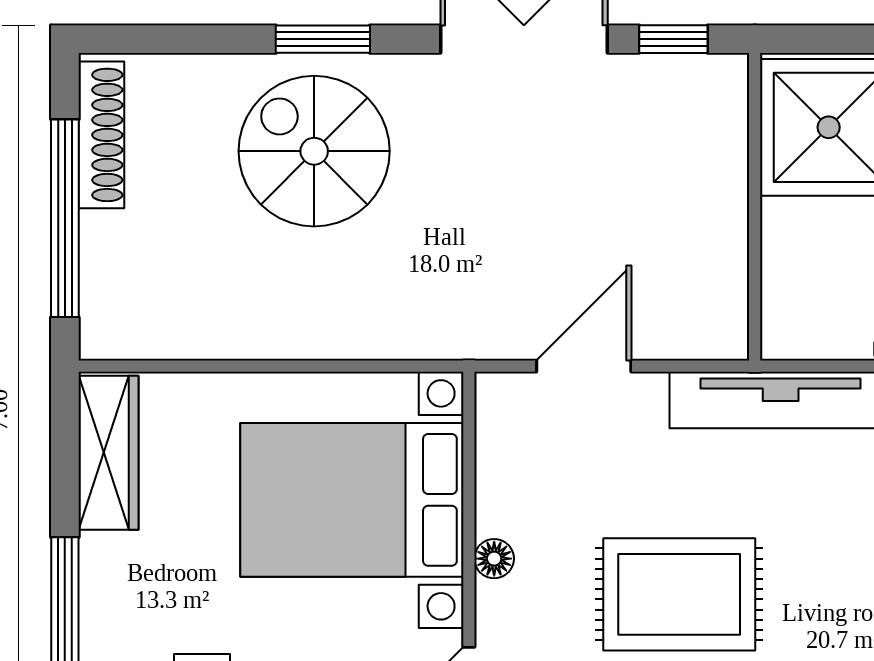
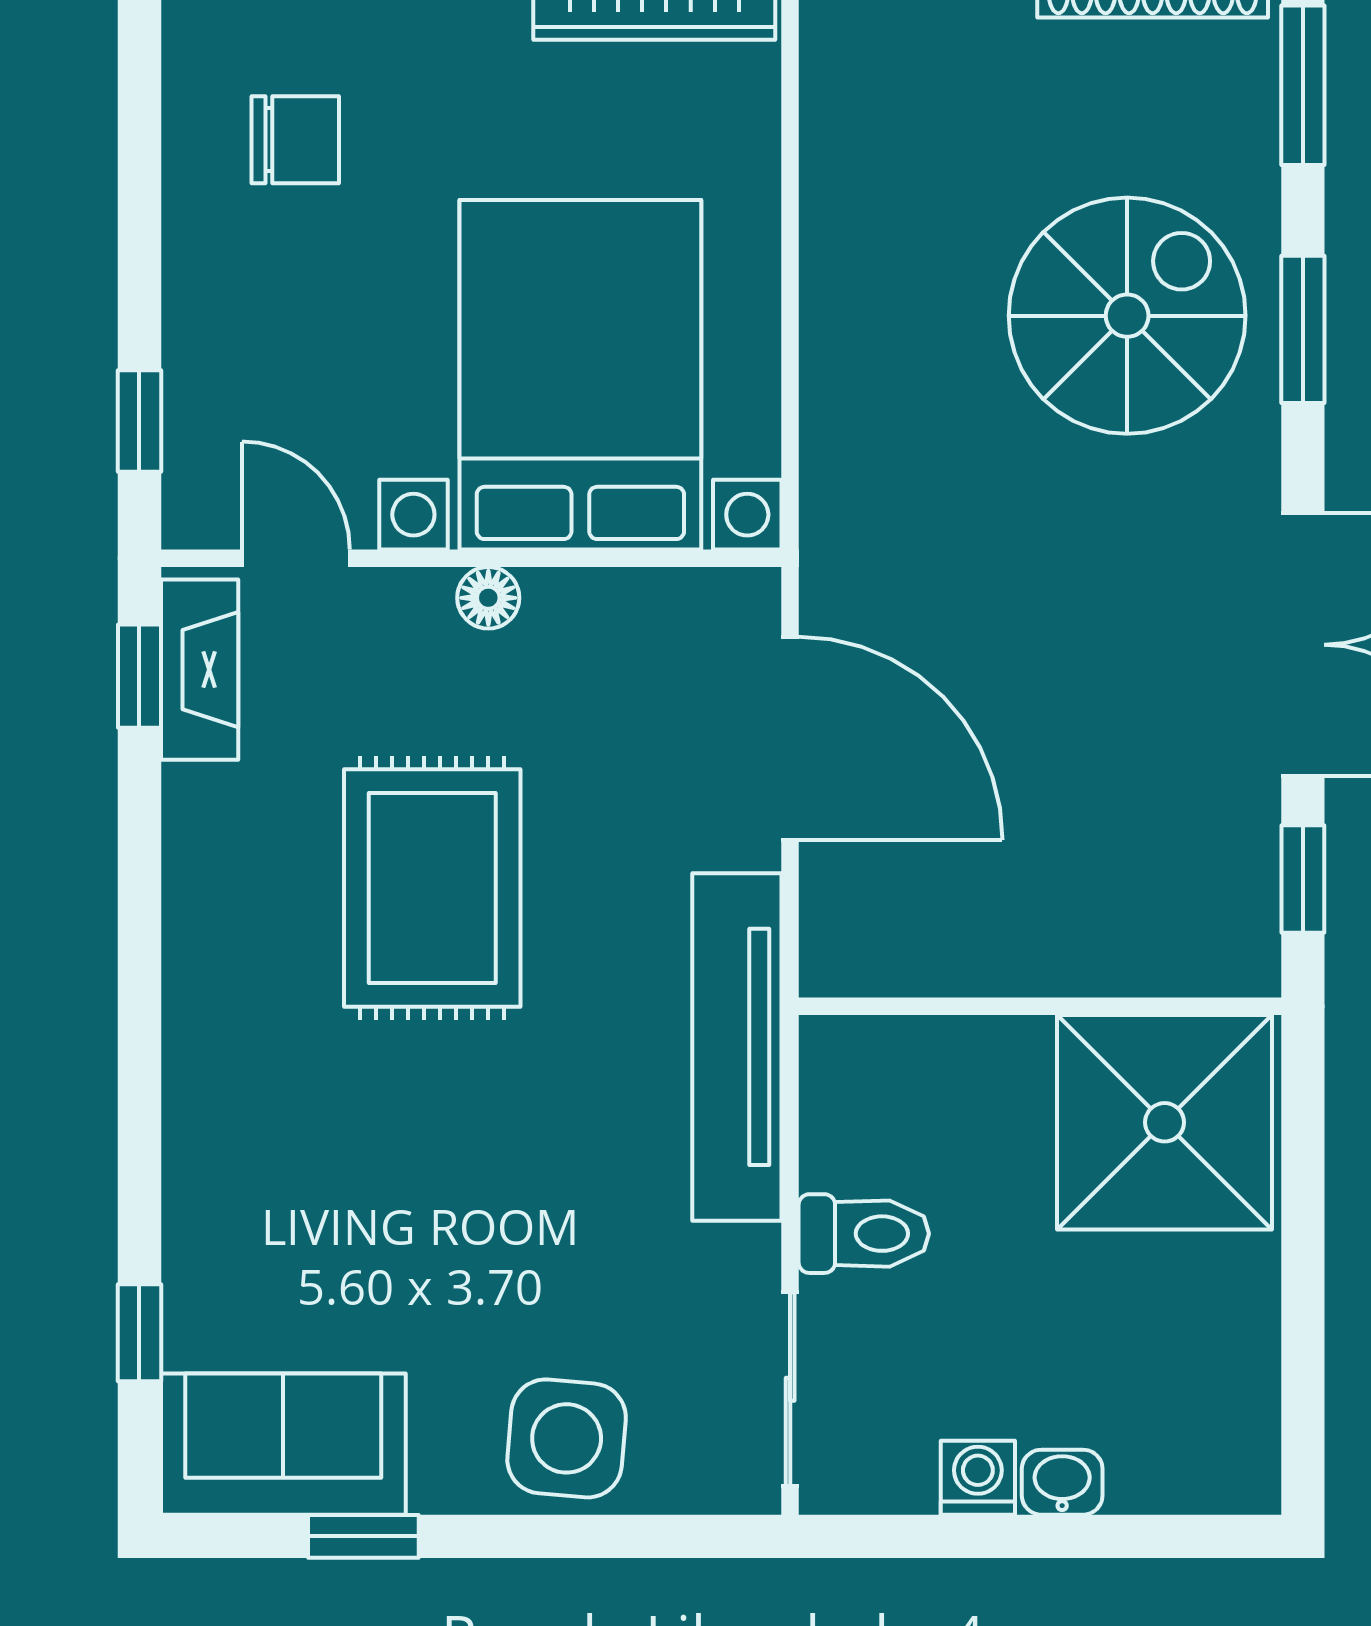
window: (167, 39) -> (1303, 85), added
door: (584, 366) -> (790, 738), width x1.36

